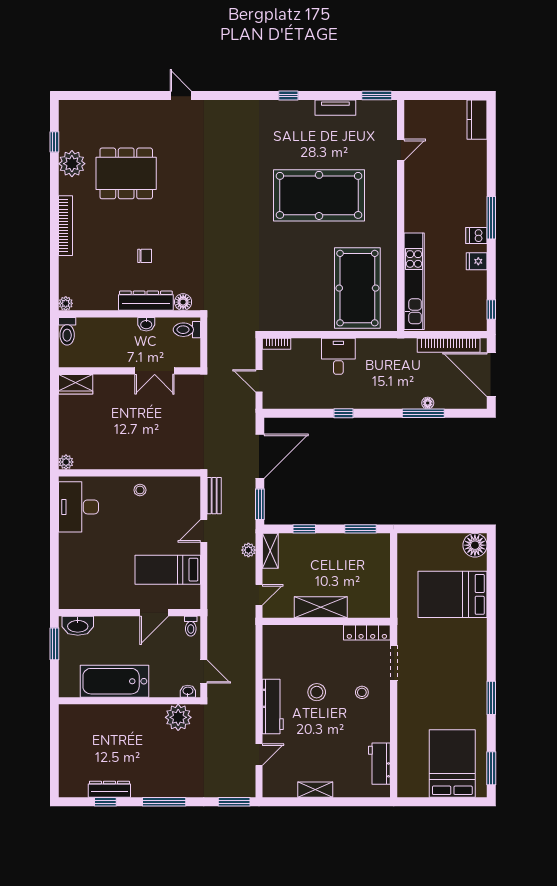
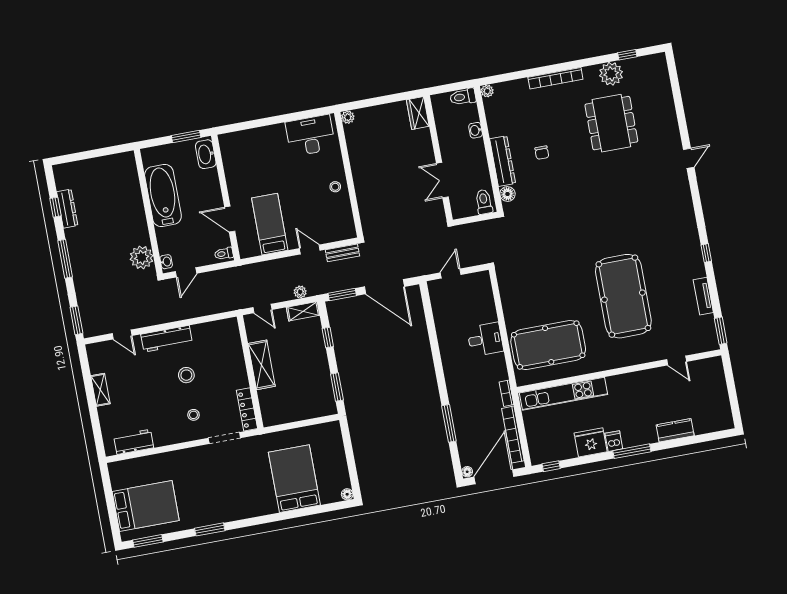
kitchen counter: (477, 120) -> (675, 430), moved
fridge: (477, 261) -> (591, 442), width x1.88, depth x1.34
washbasin: (146, 324) -> (476, 130), moved
bookcase: (277, 344) -> (507, 393), moved
floor lamp: (428, 403) -> (467, 472), moved
window: (344, 413) -> (436, 353), removed
floor lamp: (475, 545) -> (347, 494), width x0.53, depth x0.53

